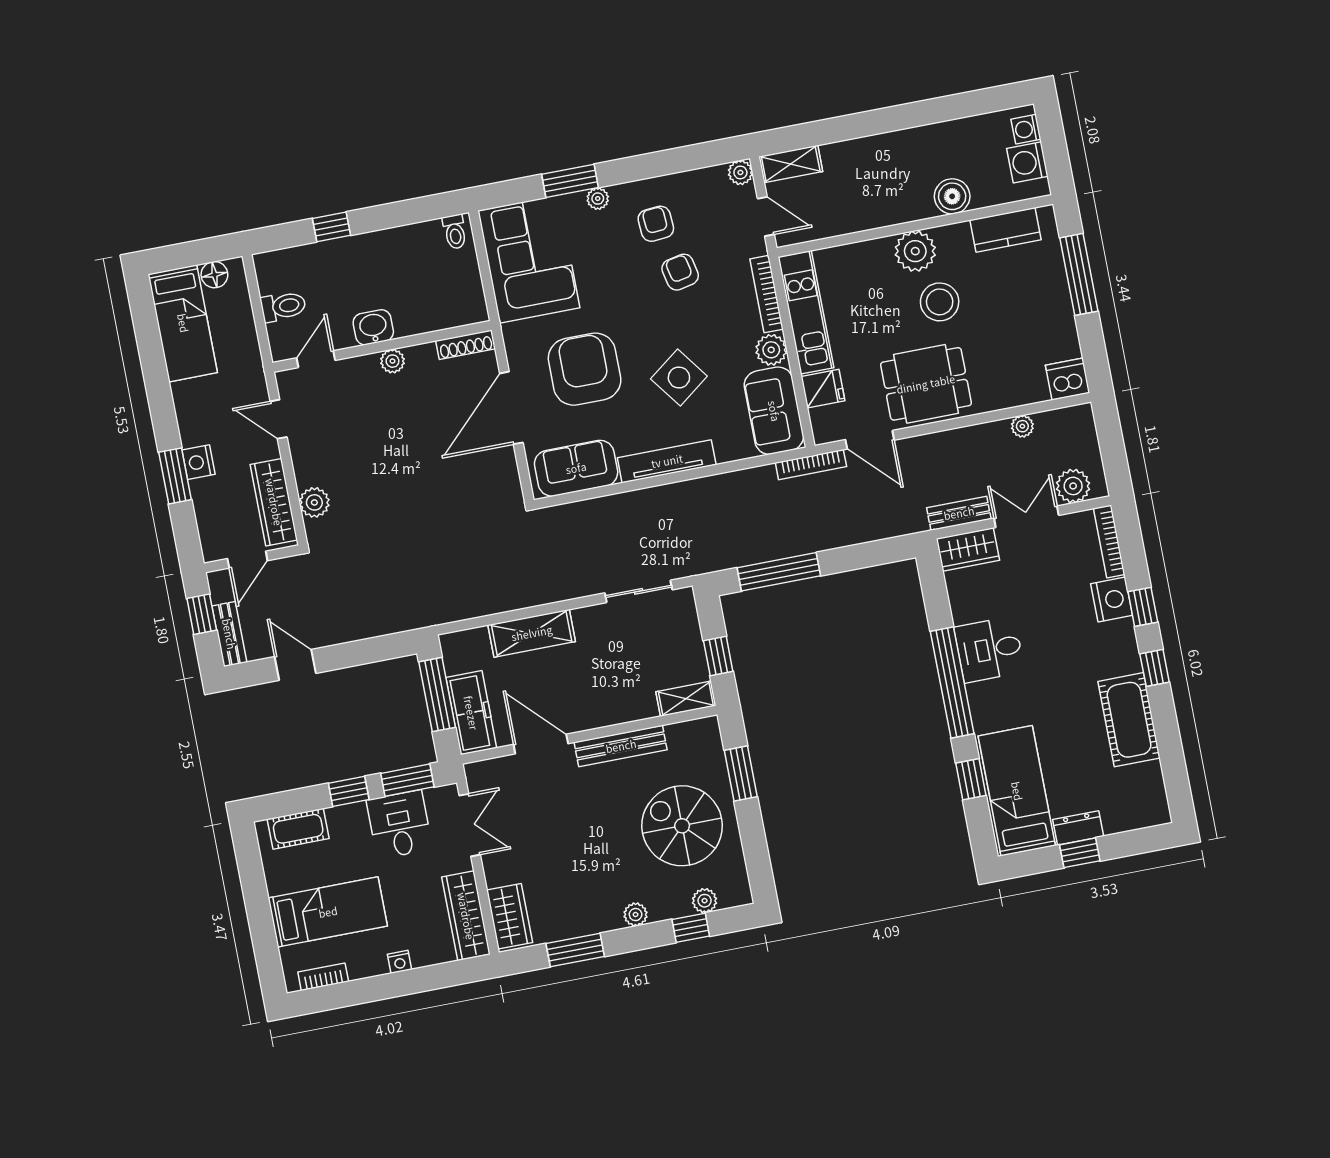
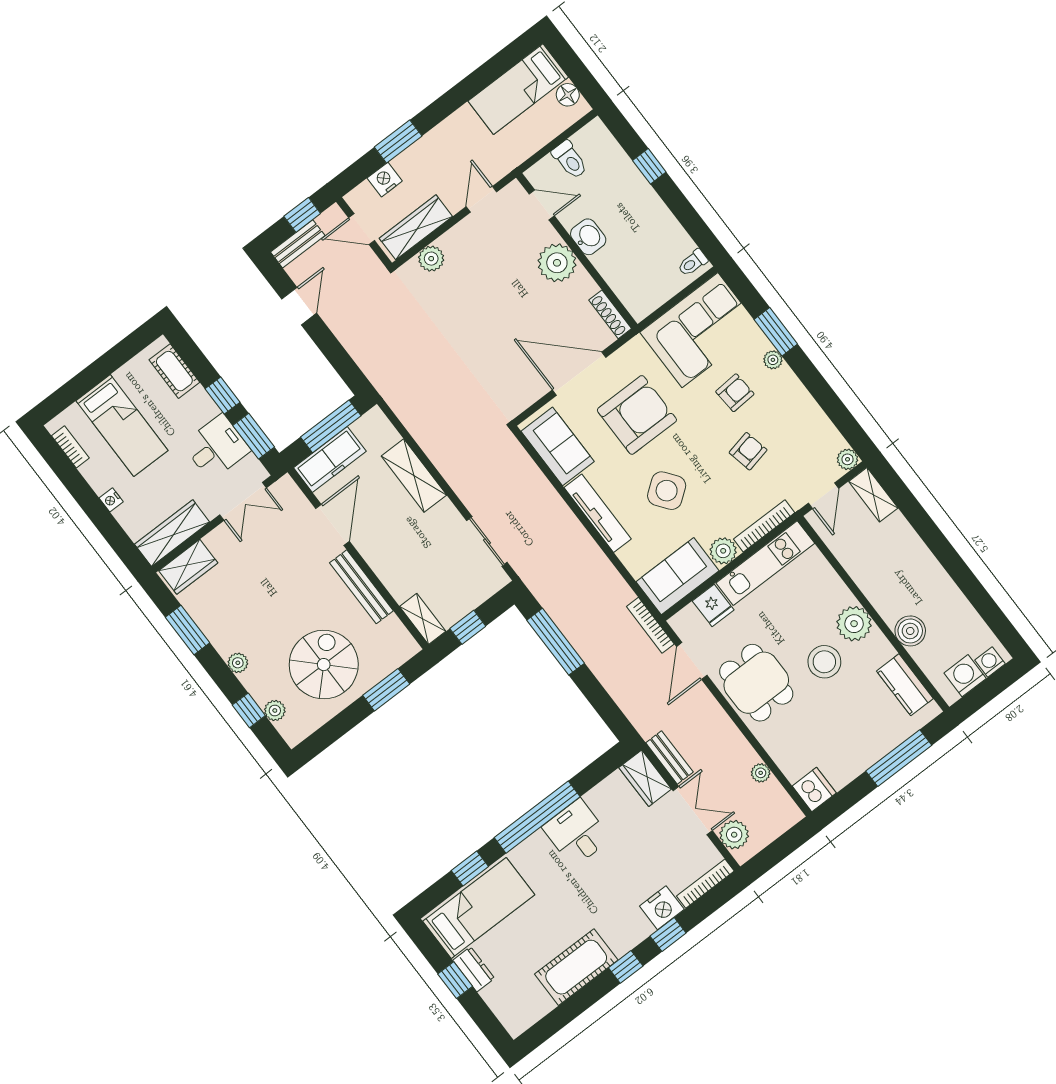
armchair: (656, 224) -> (735, 393), moved
plant: (392, 361) -> (557, 263), width x1.87, depth x1.87
nightstand: (199, 462) -> (385, 180), moved

